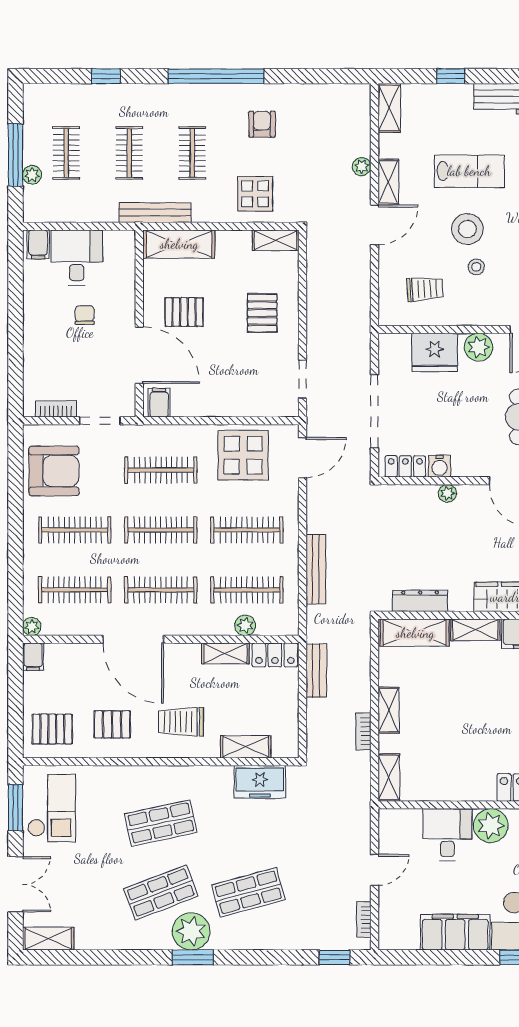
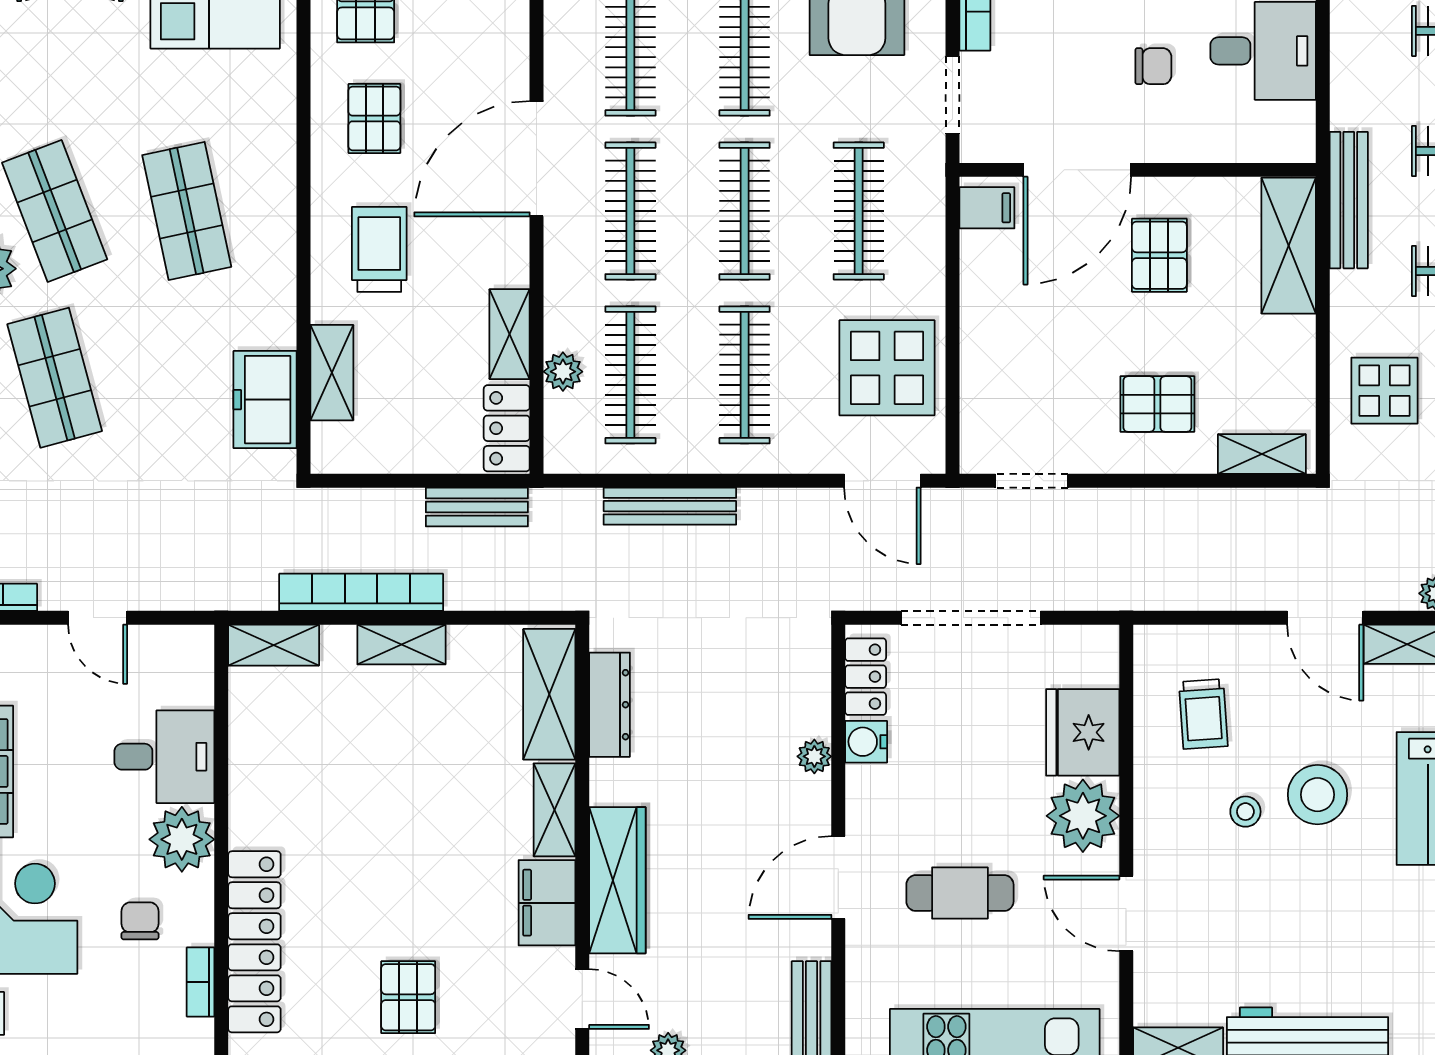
shelving: (276, 240) -> (1262, 454), moved, turned 90
plant: (478, 347) -> (1083, 816), width x1.36, depth x1.36
bookcase: (363, 731) -> (361, 592), width x2.31, depth x1.31

